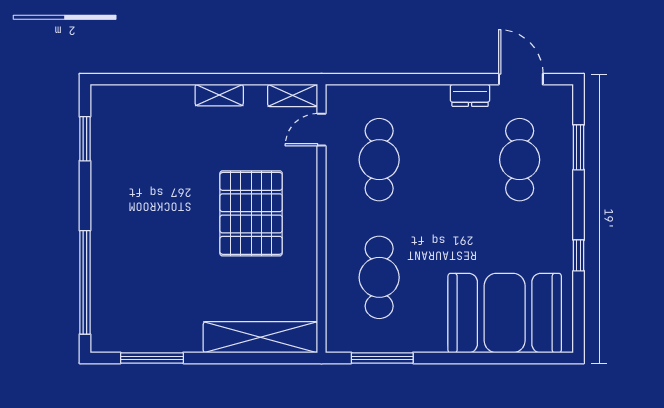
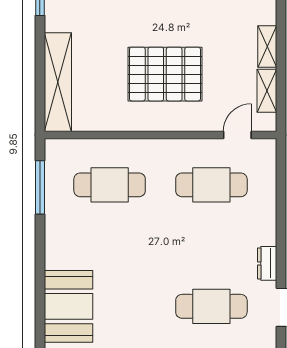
shelving: (293, 95) -> (267, 91), moved
door: (322, 130) -> (237, 135), hinge flipped
booth: (505, 313) -> (69, 306), width x0.73, depth x0.70

